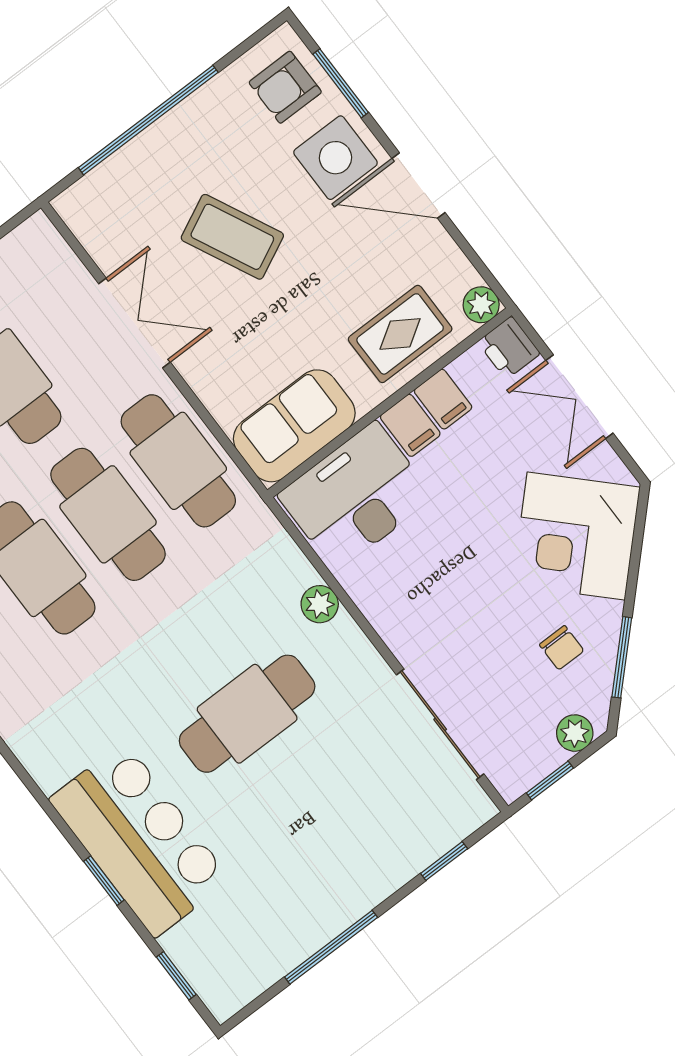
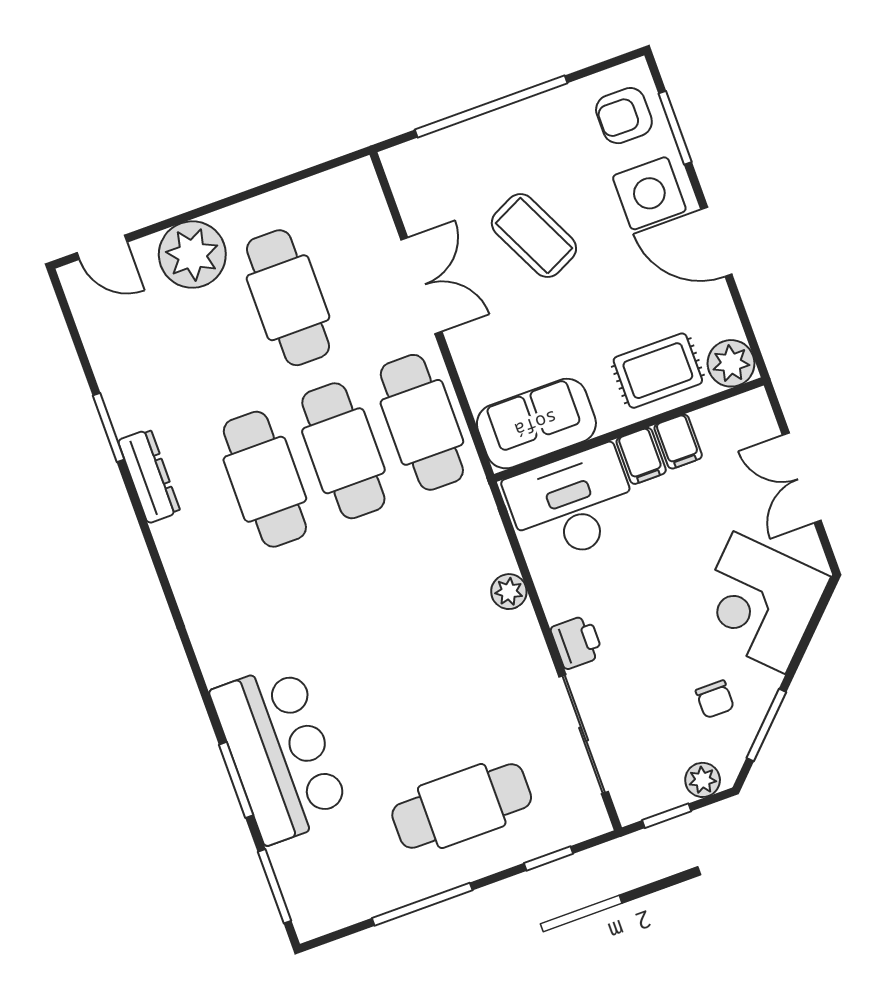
plant: (481, 305) -> (731, 363), width x1.38, depth x1.38
printer: (509, 348) -> (577, 642), moved, turned 180
cafe table: (247, 714) -> (462, 806), moved
window: (104, 881) -> (236, 780), width x1.50
window: (176, 976) -> (275, 886), width x1.50

